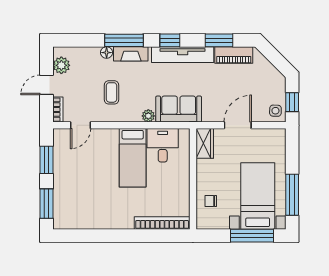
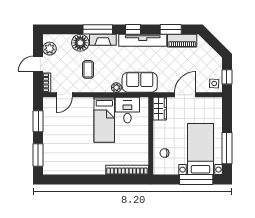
floor lamp: (107, 53) -> (80, 43), width x1.89, depth x1.89

